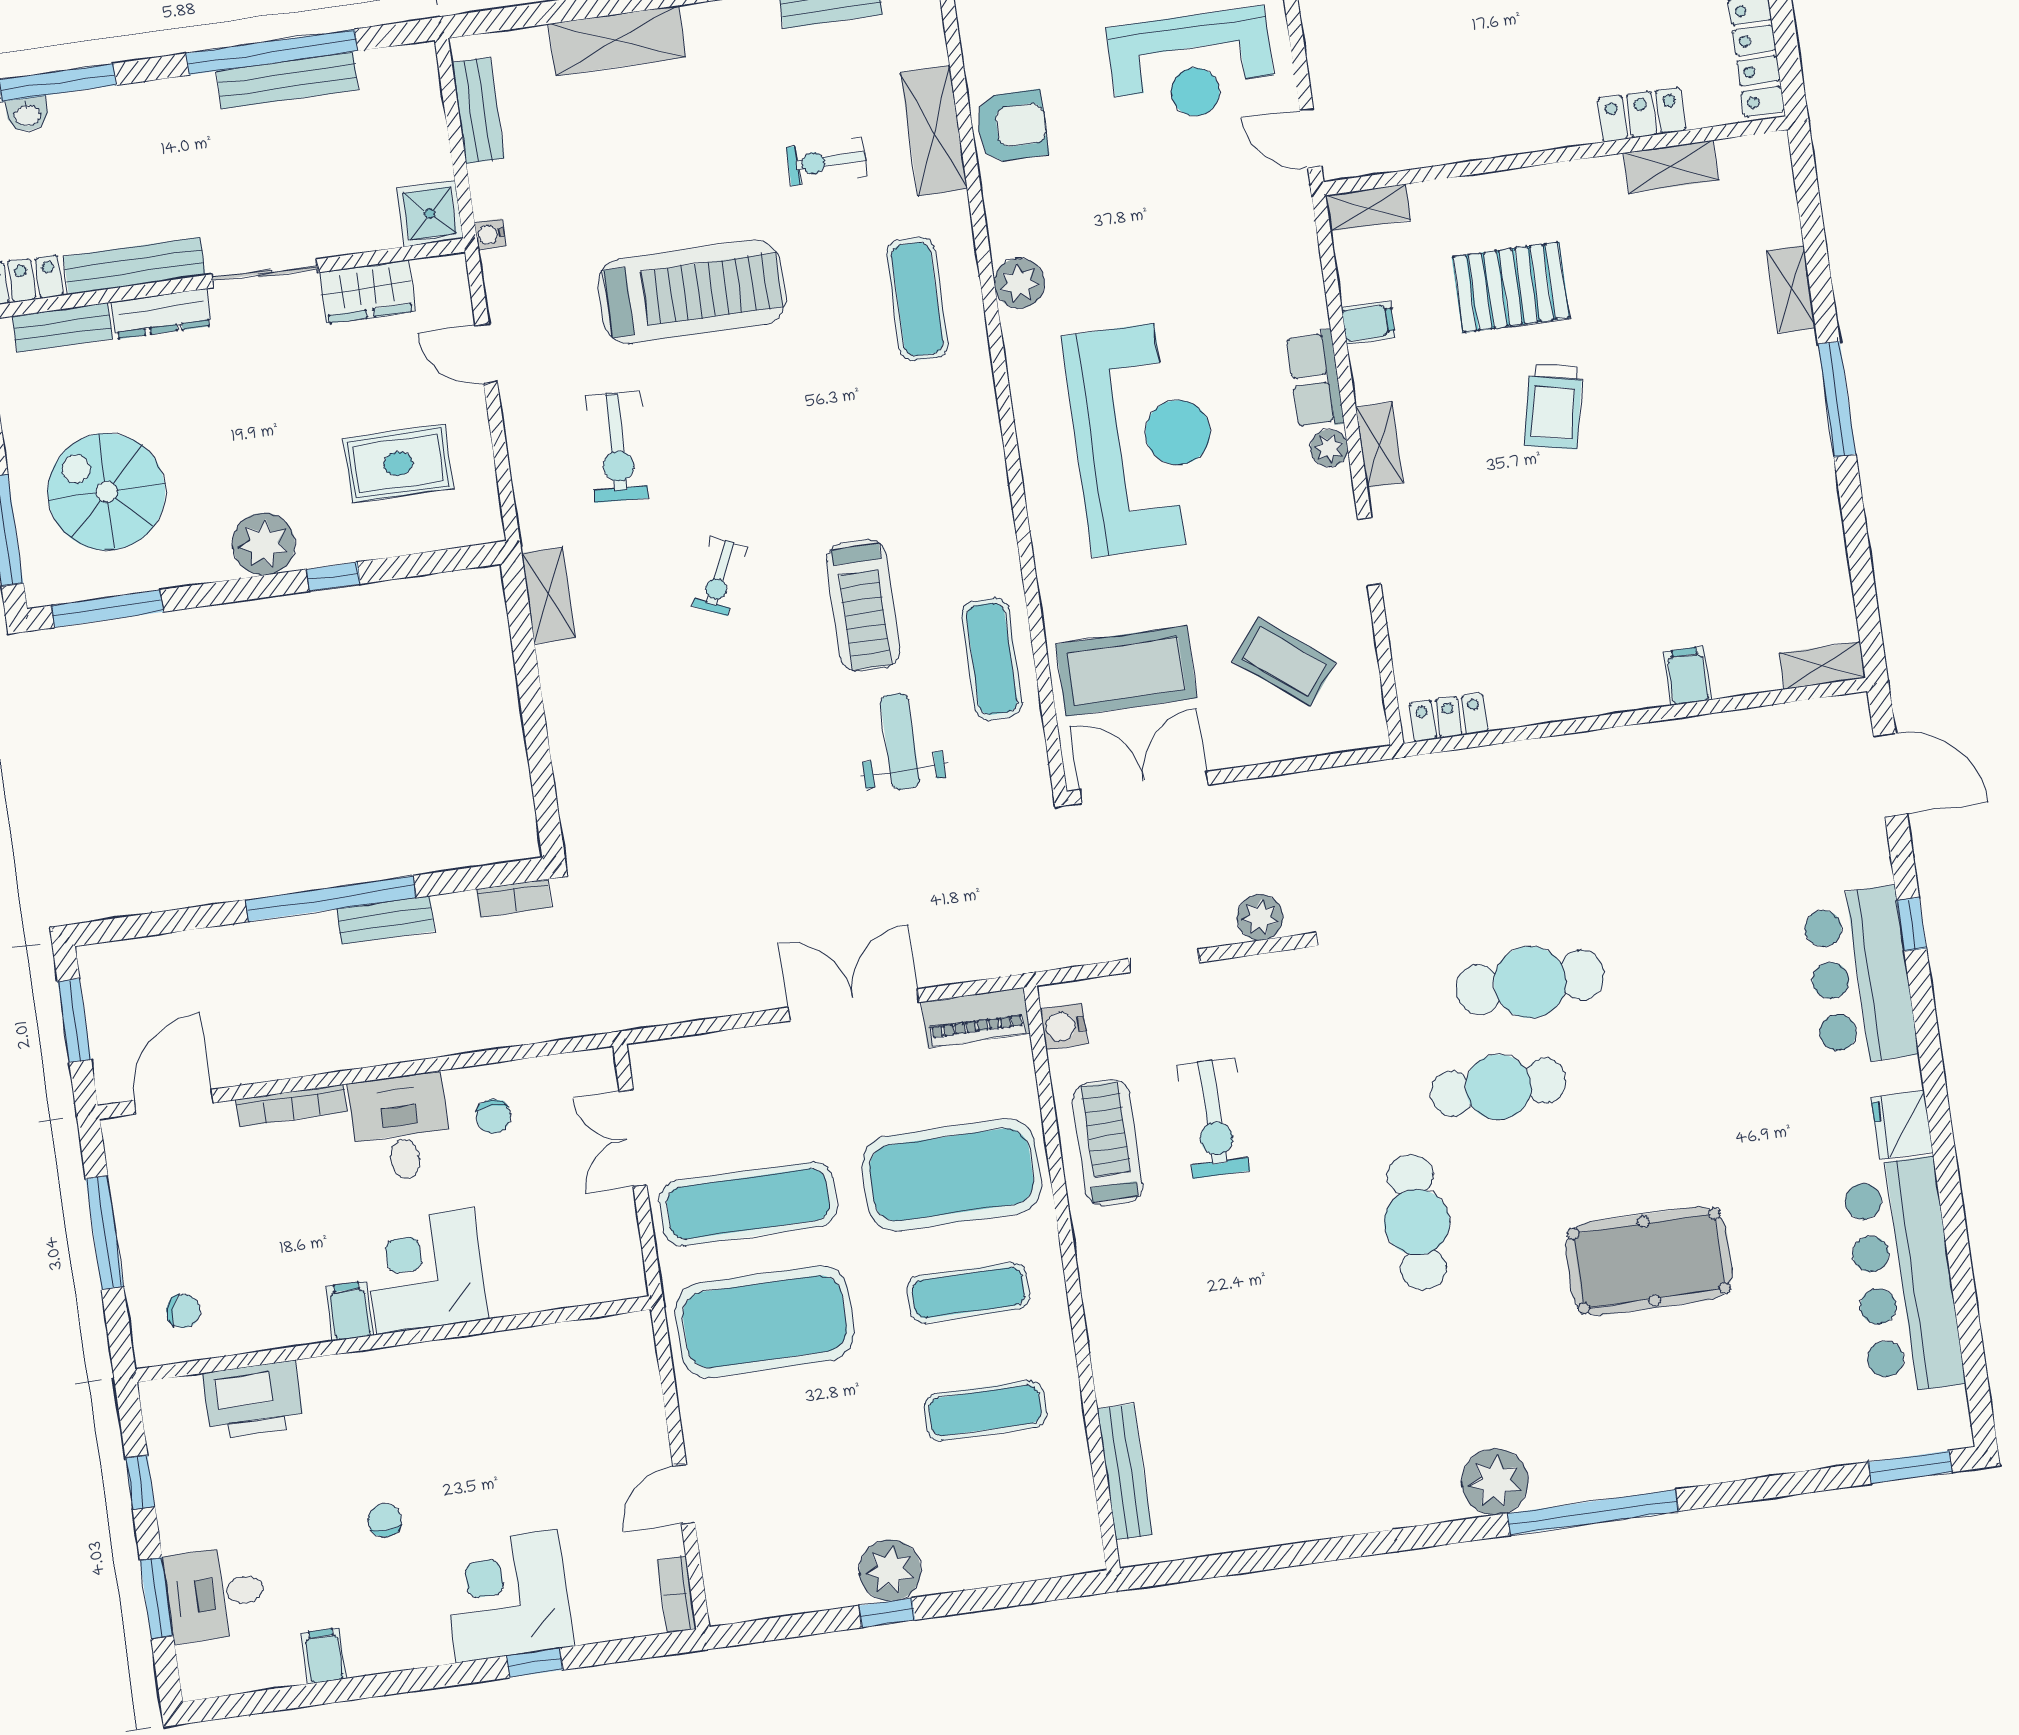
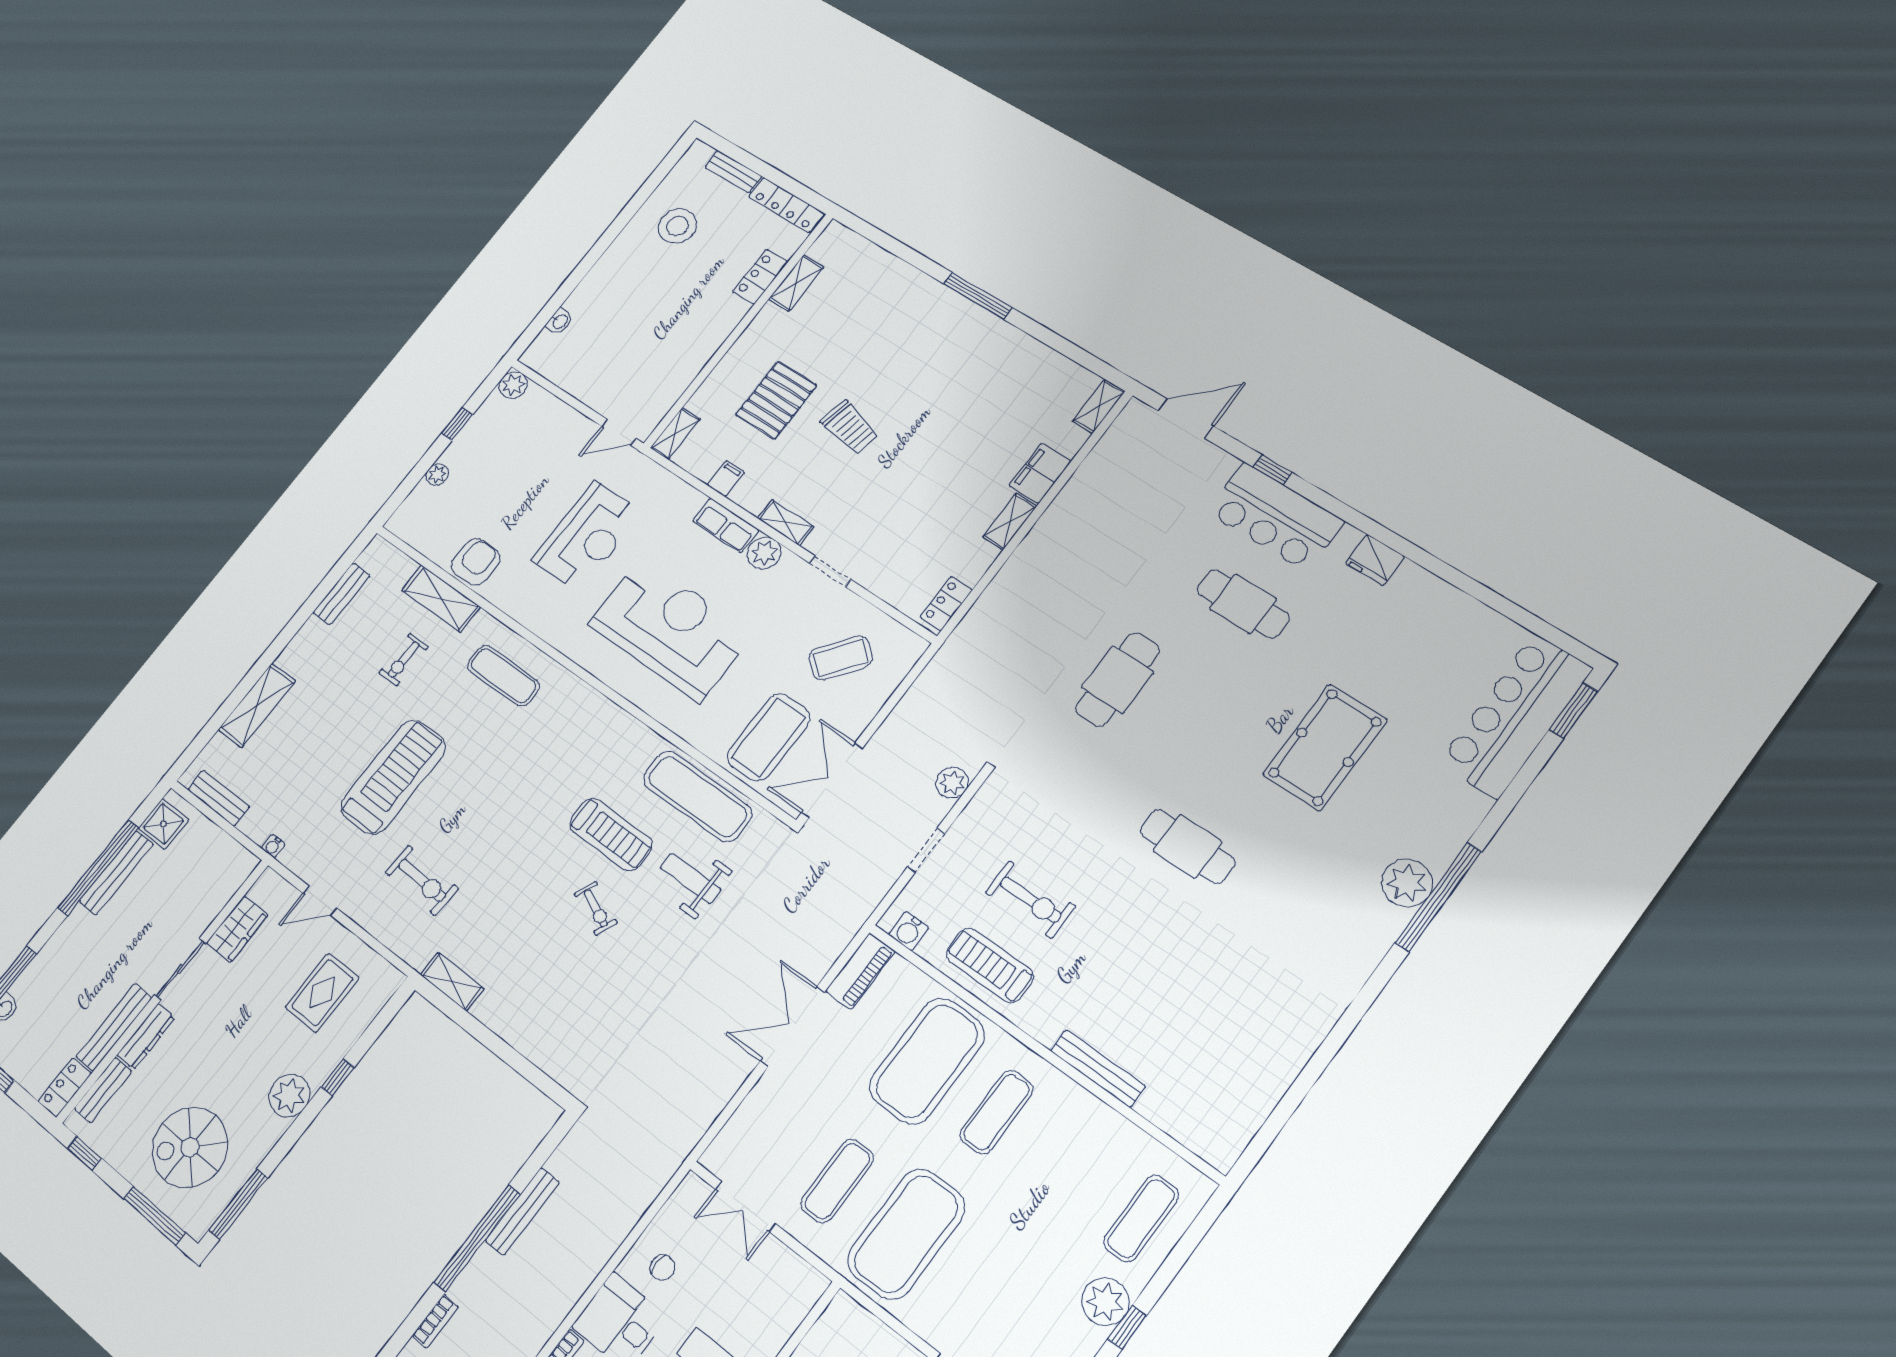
reception desk: (1192, 66) -> (587, 536), moved
shower: (430, 213) -> (164, 824), moved
plant: (1019, 283) -> (545, 622), removed
shelving: (1791, 289) -> (1010, 521), moved, turned 90
plant: (1329, 448) -> (764, 553), width x1.38, depth x1.38
exercise bike: (720, 576) -> (596, 908), moved
exercise mat: (992, 659) -> (697, 796), width x1.36, depth x1.45
filing cabinet: (1687, 676) -> (1040, 473), width x2.00
bookcase: (514, 898) -> (435, 1321), moved
bench: (386, 920) -> (522, 1211), width x1.36
cafe table: (1498, 1087) -> (1243, 604), moved, turned 90
exercise mat: (748, 1204) -> (837, 1181), width x0.73, depth x0.69
bar counter: (1903, 1276) -> (1516, 716), moved, turned 90
exercise mat: (985, 1411) -> (1141, 1219), moved
bench: (1125, 1472) -> (1098, 1068), moved
plant: (1495, 1482) -> (1407, 883), moved

